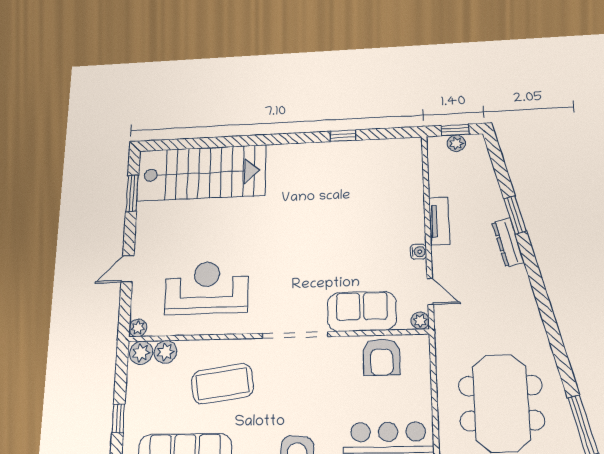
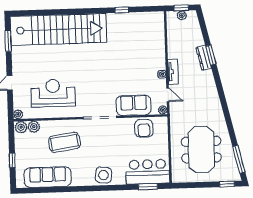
stairs: (201, 173) -> (58, 29), width x1.36
tv unit: (439, 221) -> (173, 72), moved
dresser: (508, 242) -> (204, 58), moved

